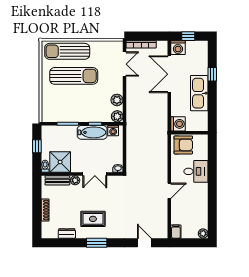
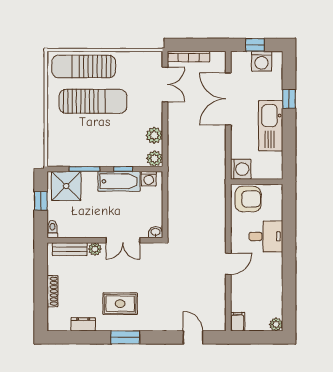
washing machine: (178, 48) -> (262, 61), moved
shower: (60, 162) -> (66, 186), moved

